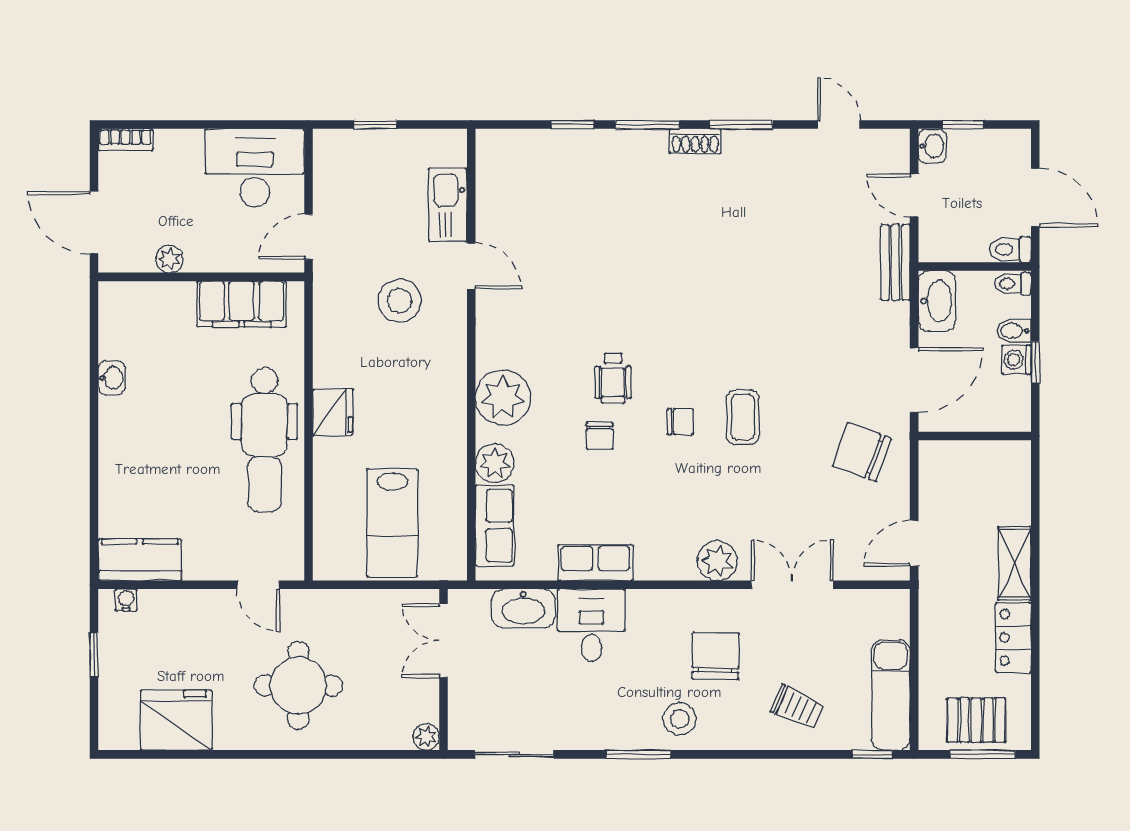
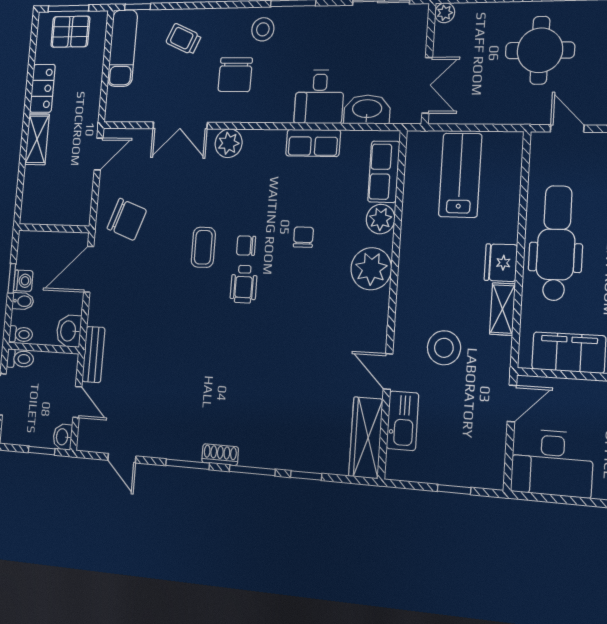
wardrobe: (495, 180) -> (366, 438), added
washbasin: (937, 301) -> (69, 331), width x0.72
shelving: (327, 354) -> (502, 309), added
wheelchair: (613, 378) -> (244, 284), moved, turned 180

